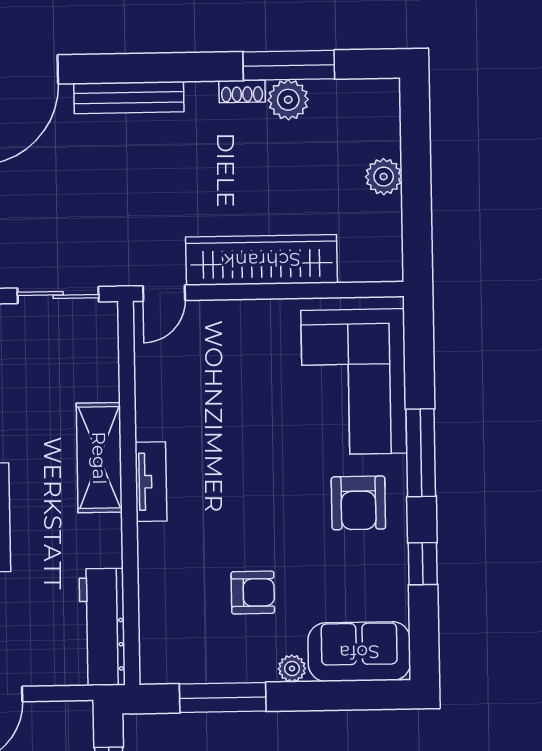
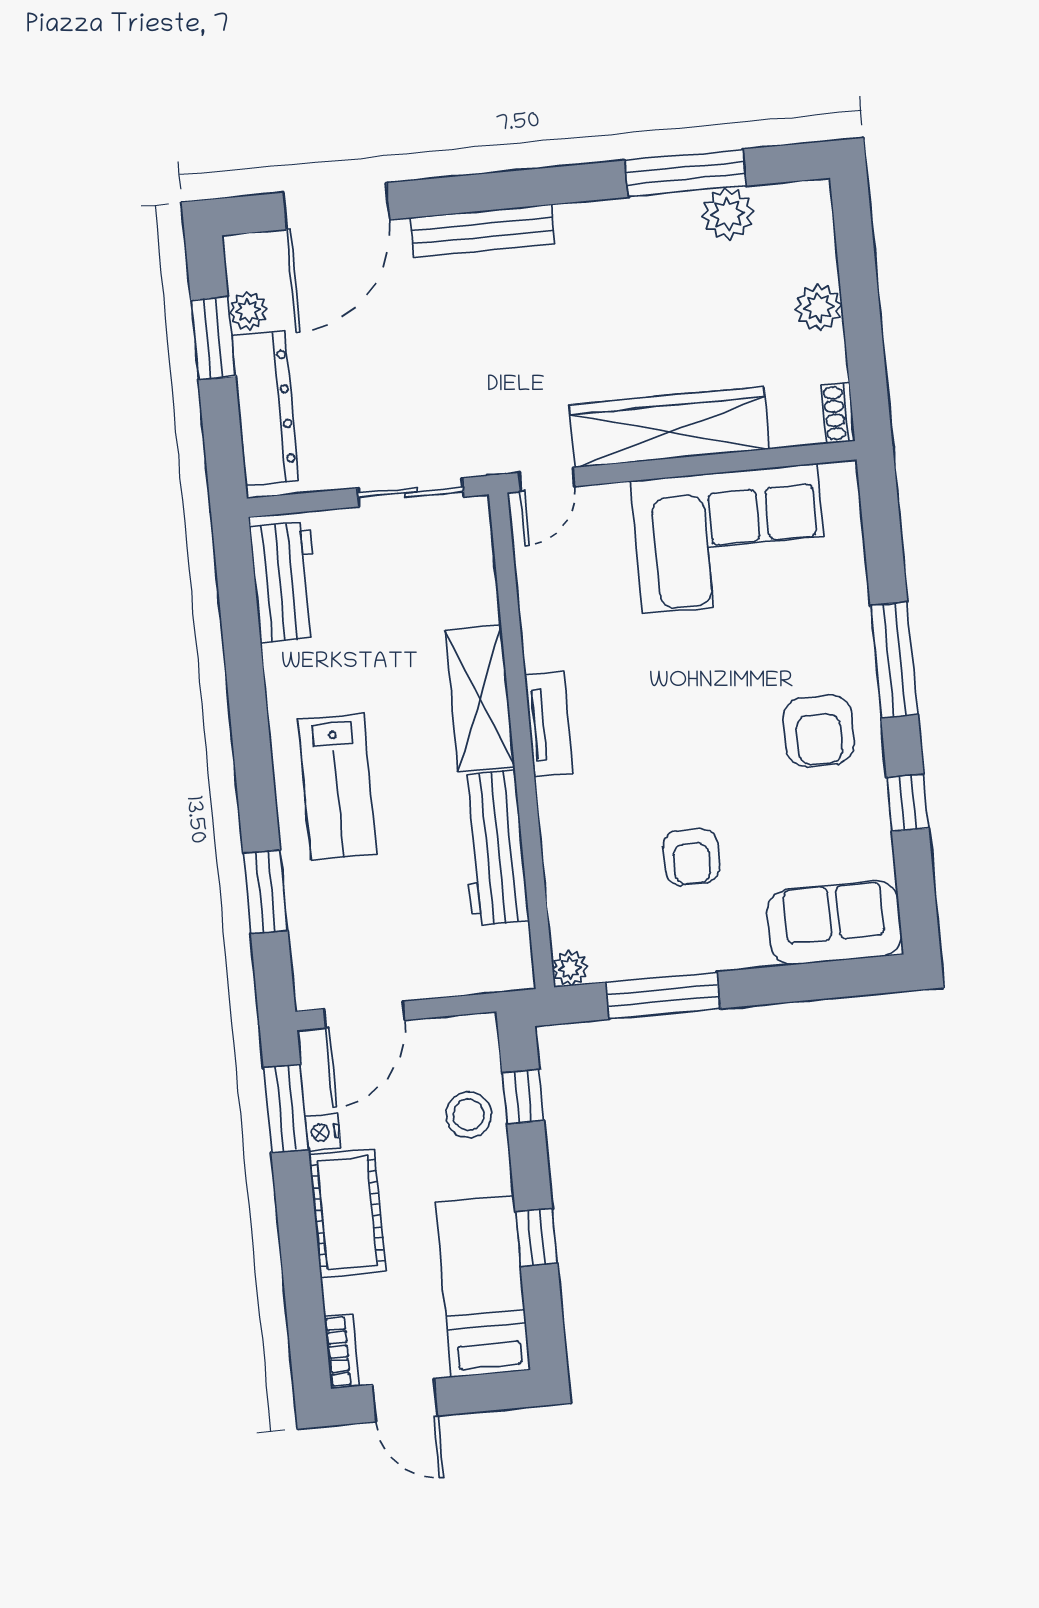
shoe rack: (242, 91) -> (838, 413), moved, turned 90
plant: (288, 100) -> (728, 214), moved
corner sofa: (354, 382) -> (730, 539), moved, turned -90
armchair: (253, 593) -> (691, 857), turned 90
workbench: (102, 627) -> (494, 848), moved
plant: (292, 669) -> (570, 968), moved

